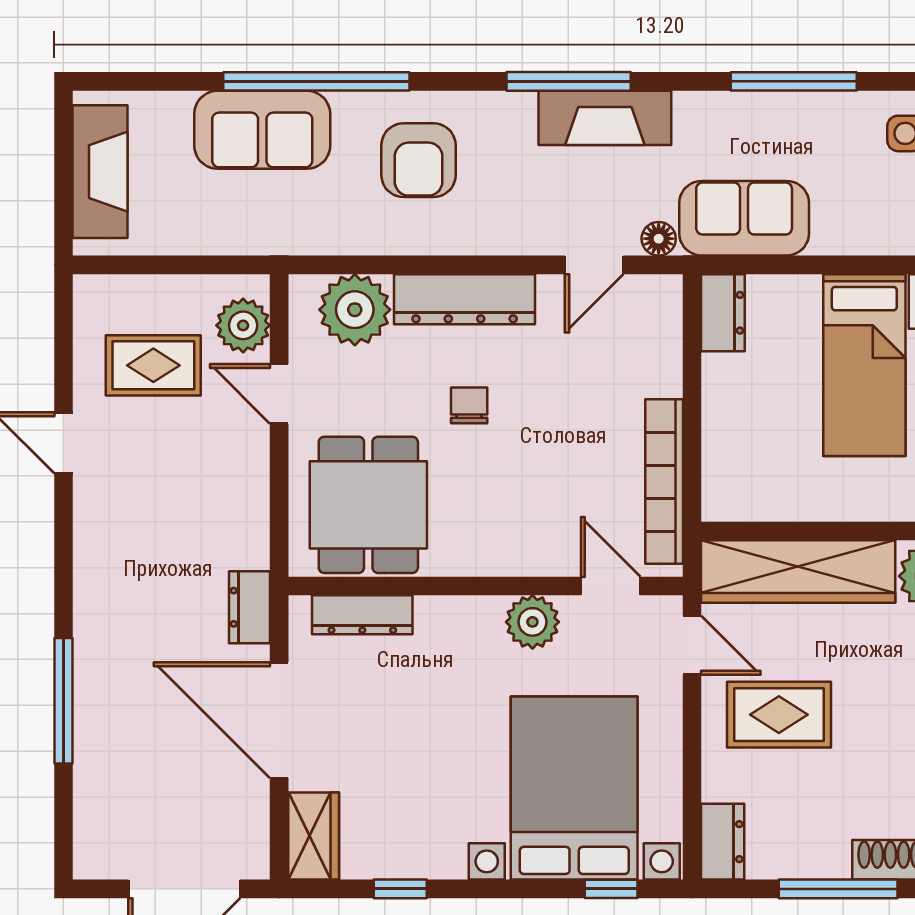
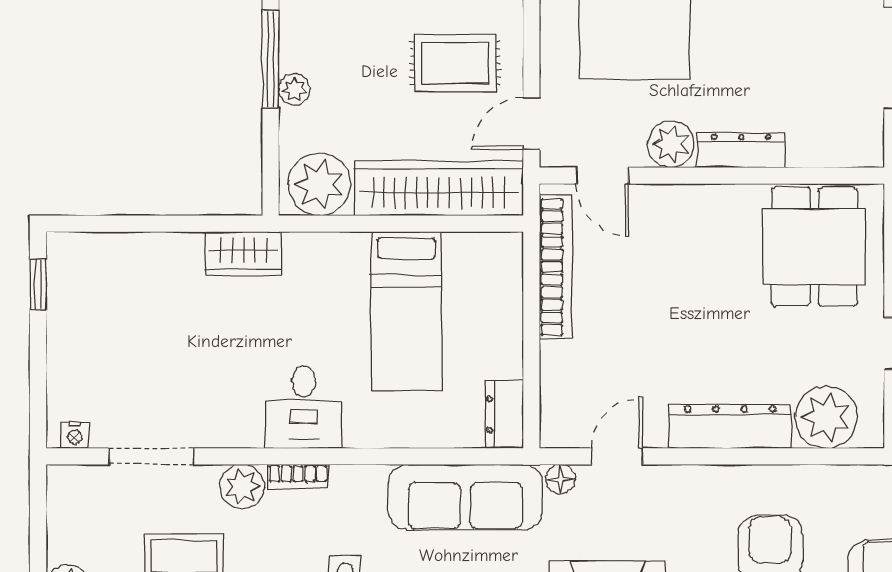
sofa: (744, 218) -> (465, 497), width x1.36
bed: (864, 365) -> (406, 311), moved, turned 180
chair: (469, 405) -> (726, 333), removed
dresser: (362, 615) -> (741, 150), moved
door: (692, 645) -> (531, 124), hinge flipped

